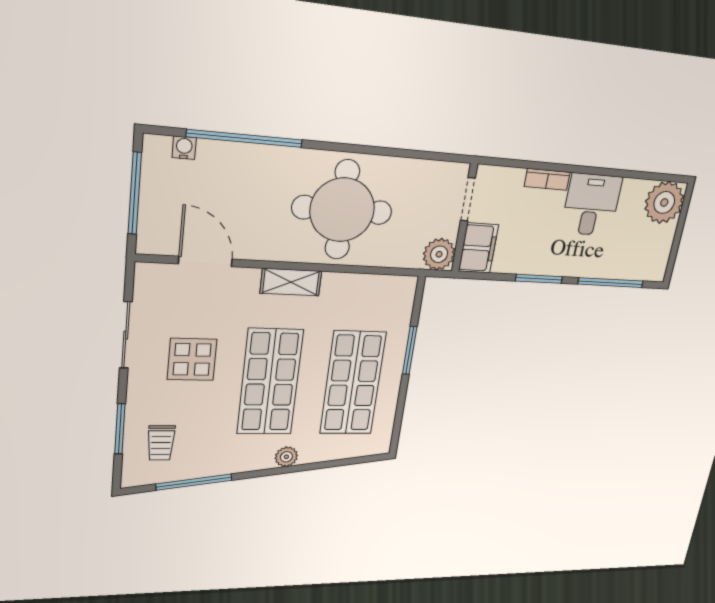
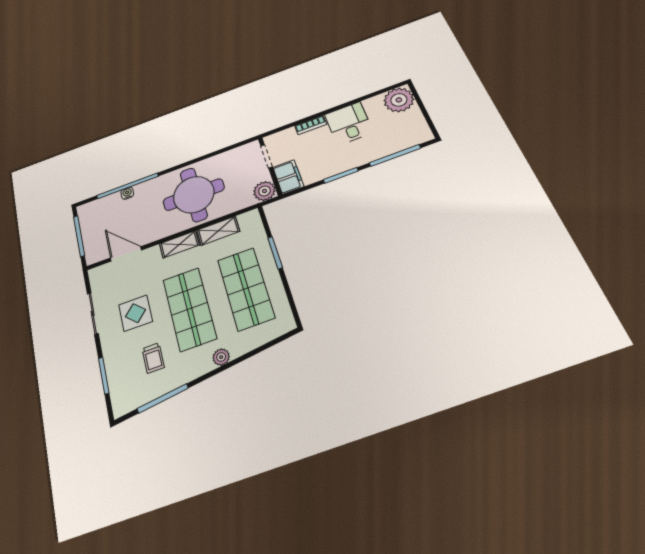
water cooler: (184, 148) -> (127, 193), moved
shelving: (353, 286) -> (218, 231), added
trolley: (161, 443) -> (153, 358), moved

